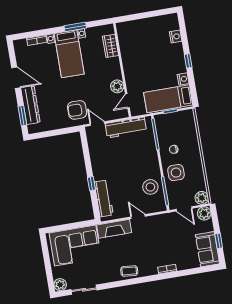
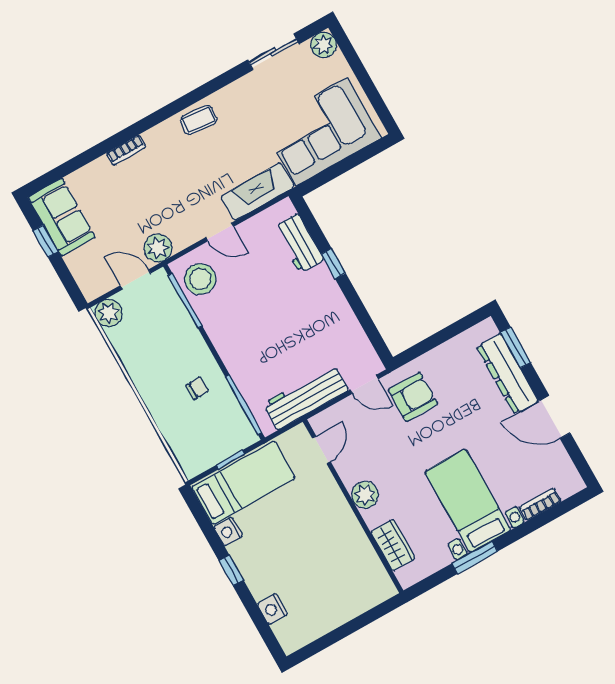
plant: (117, 86) -> (365, 495), moved
side table: (176, 173) -> (177, 344), removed
stool: (150, 187) -> (200, 279), moved
workbench: (104, 198) -> (299, 243), width x0.73
plant: (204, 213) -> (158, 248), moved

